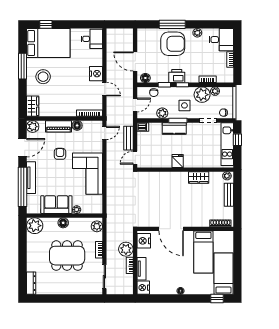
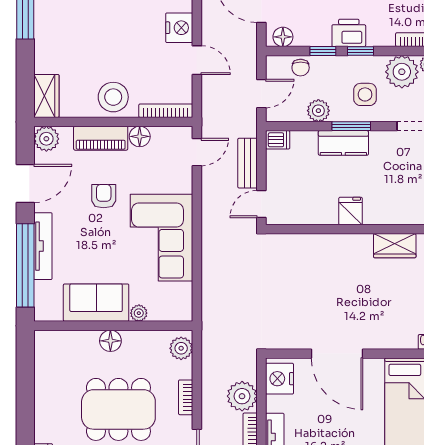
stool: (43, 77) -> (113, 97), moved
plant: (35, 226) -> (51, 347), removed

